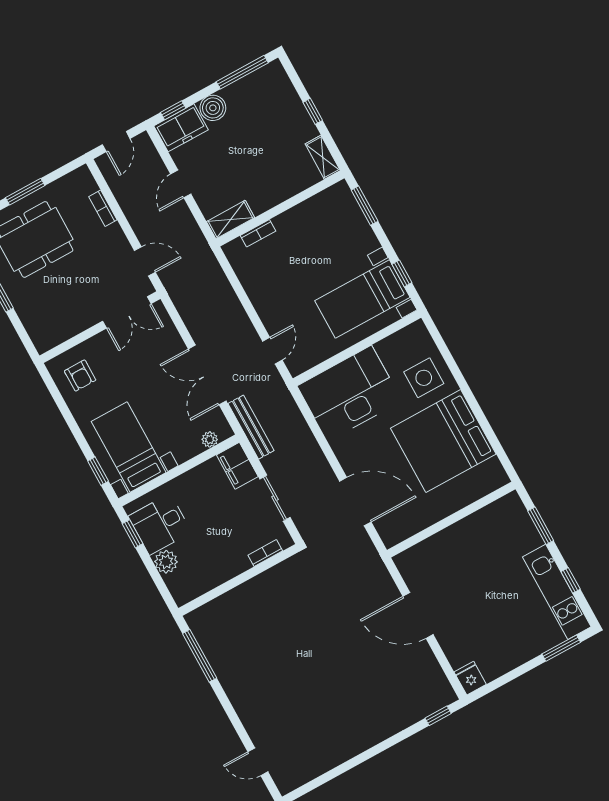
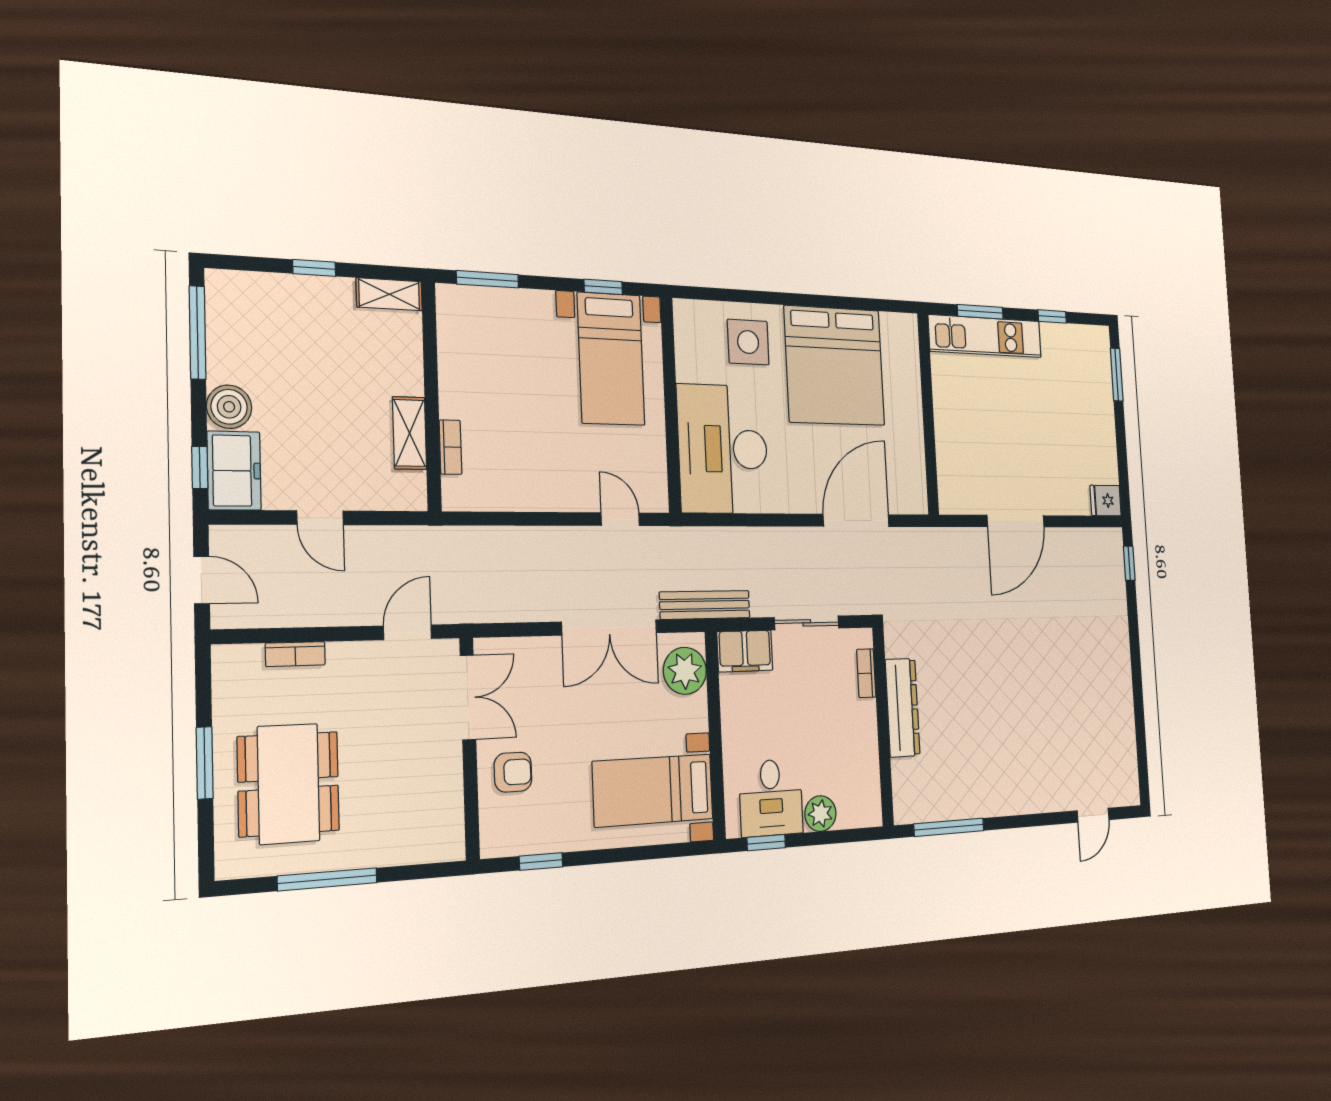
shelving: (230, 220) -> (410, 433), moved
armchair: (80, 376) -> (513, 772), moved
plant: (210, 439) -> (685, 671), width x1.88, depth x1.88
window: (98, 471) -> (541, 861), moved
dresser: (257, 588) -> (903, 708), added
kitchen unit: (557, 592) -> (985, 336), moved

